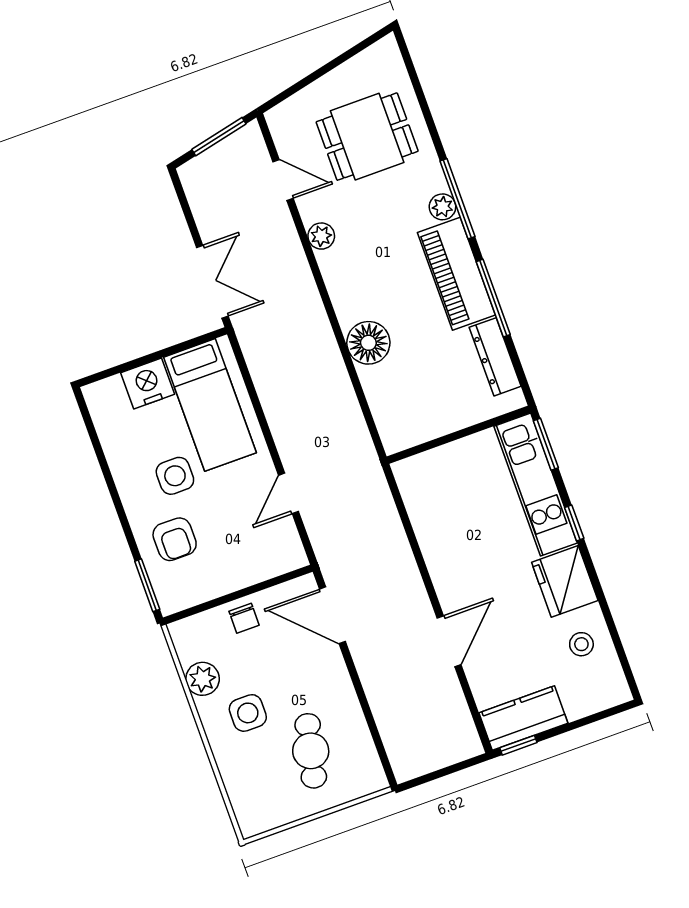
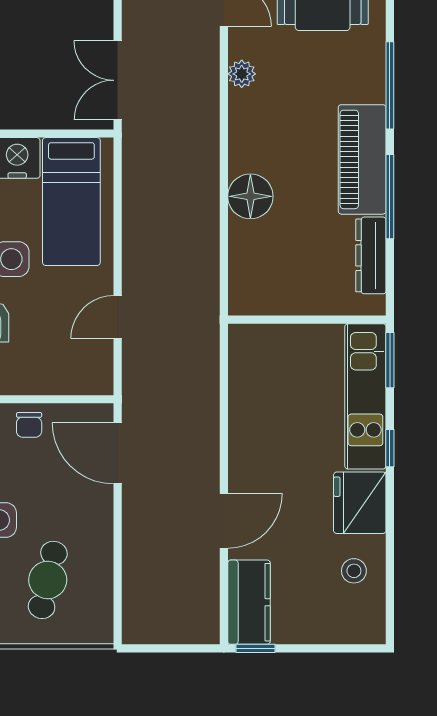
plant: (442, 207) -> (372, 88), removed
double door: (212, 282) -> (118, 80), swing flipped
kitchen counter: (523, 718) -> (249, 602), moved, turned 90

